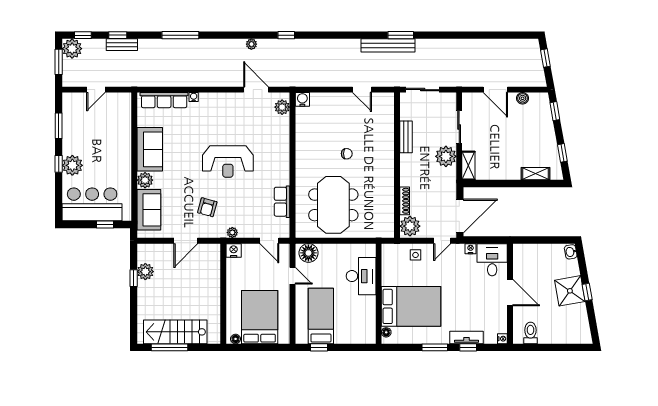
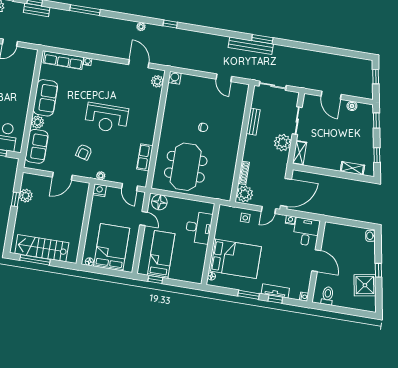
shower: (570, 291) -> (365, 285), moved

